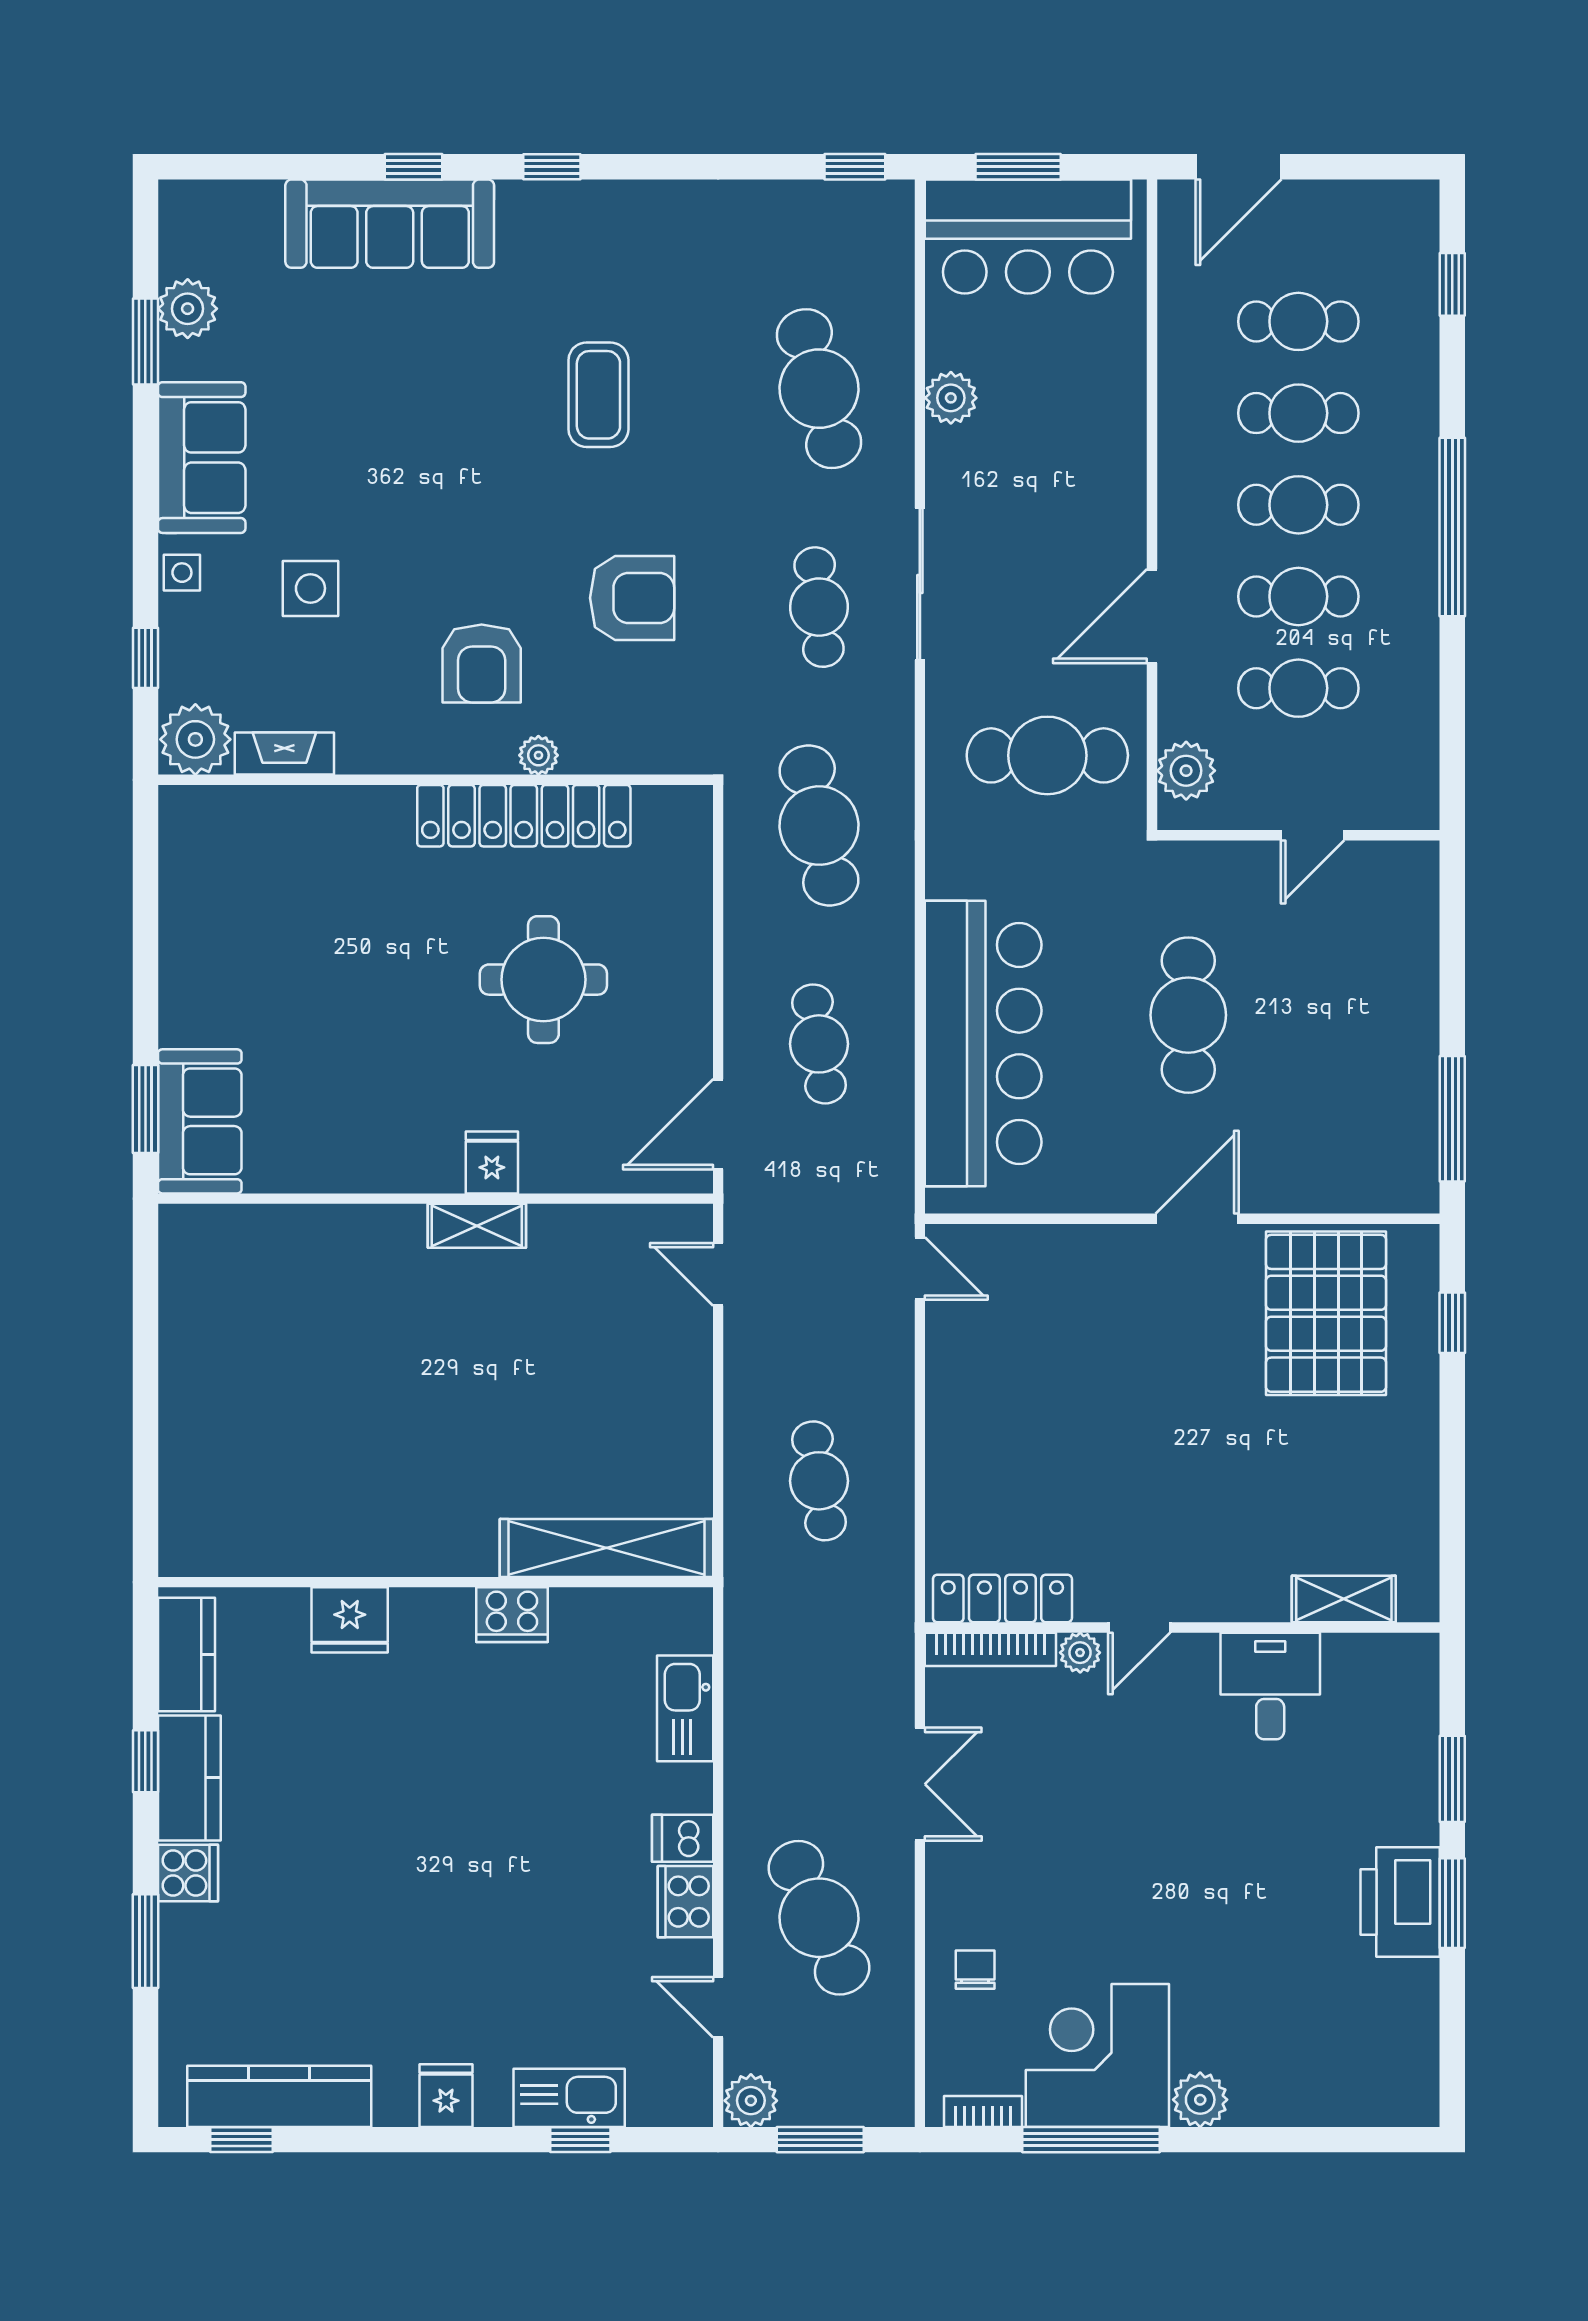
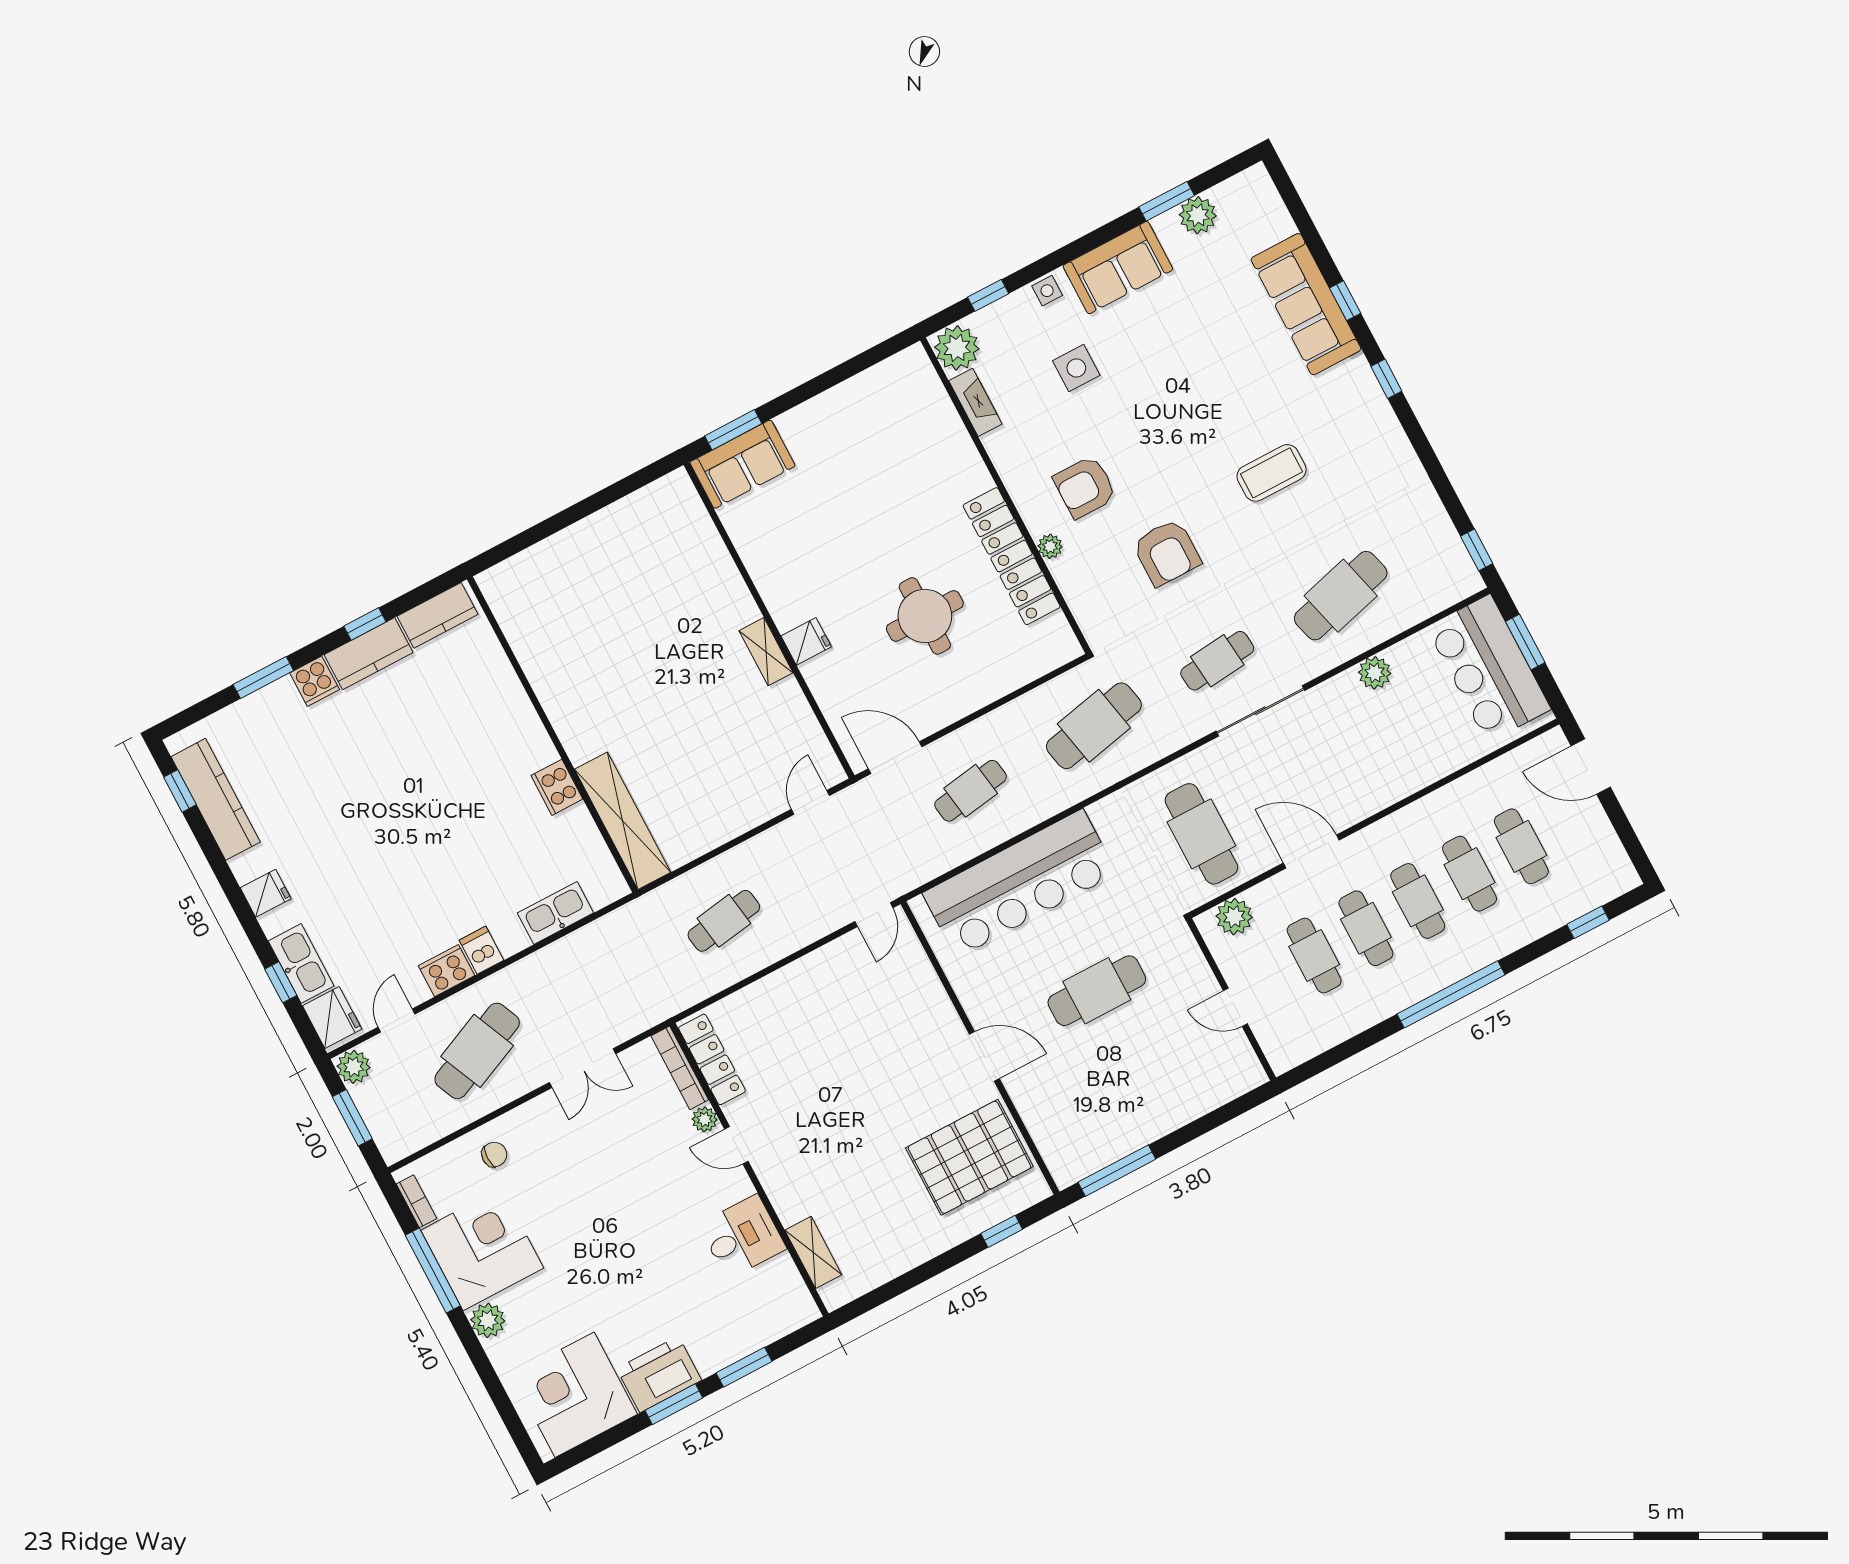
fridge: (350, 1620) -> (332, 1017), moved, turned 180
corner desk: (1367, 2034) -> (575, 1395), added

